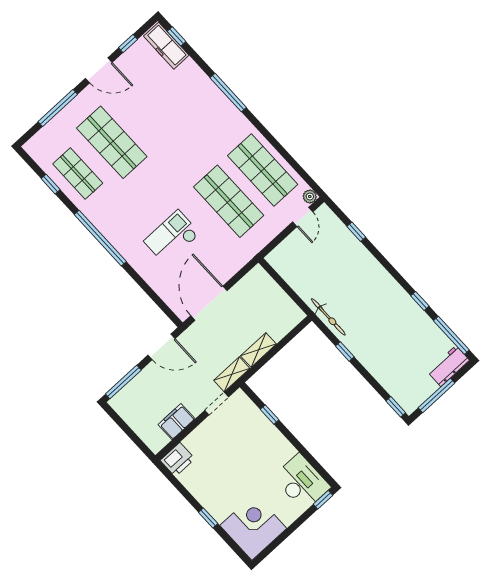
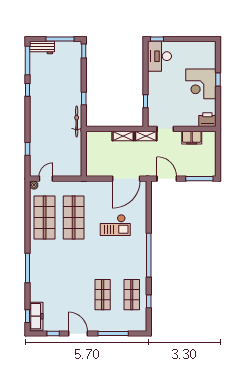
shop shelf: (112, 142) -> (103, 295), width x0.70, depth x0.74
corner desk: (253, 527) -> (201, 84), moved

